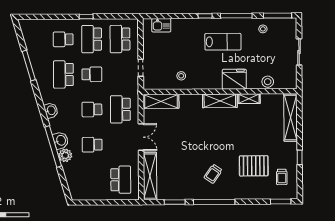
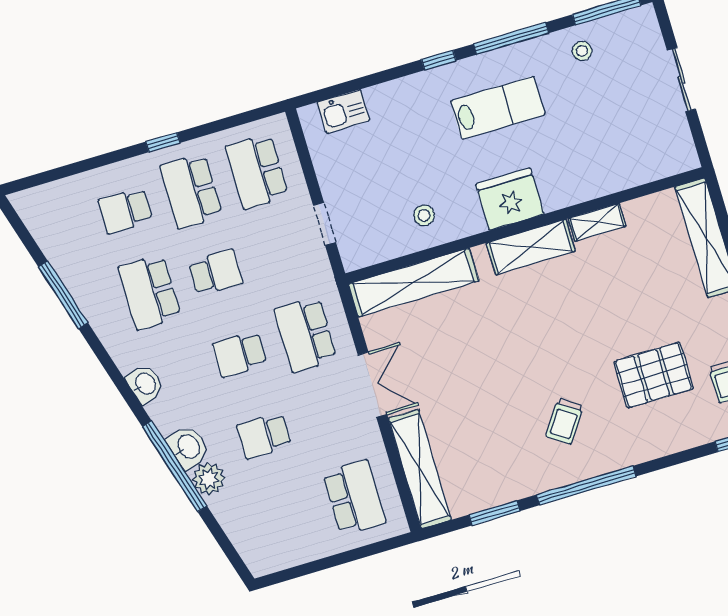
fridge: (234, 79) -> (510, 199), moved
stool: (268, 82) -> (629, 170), removed
shelving: (161, 101) -> (414, 283), width x1.47

